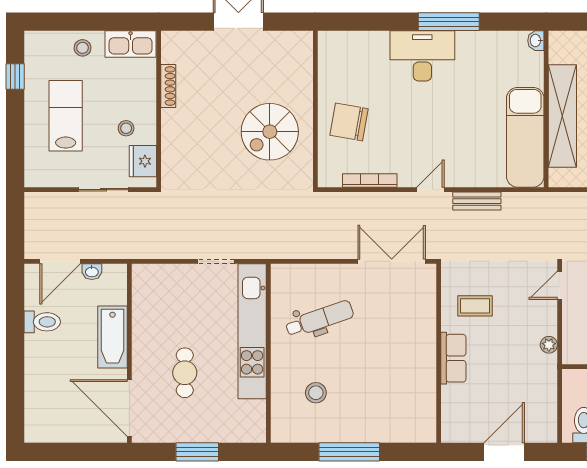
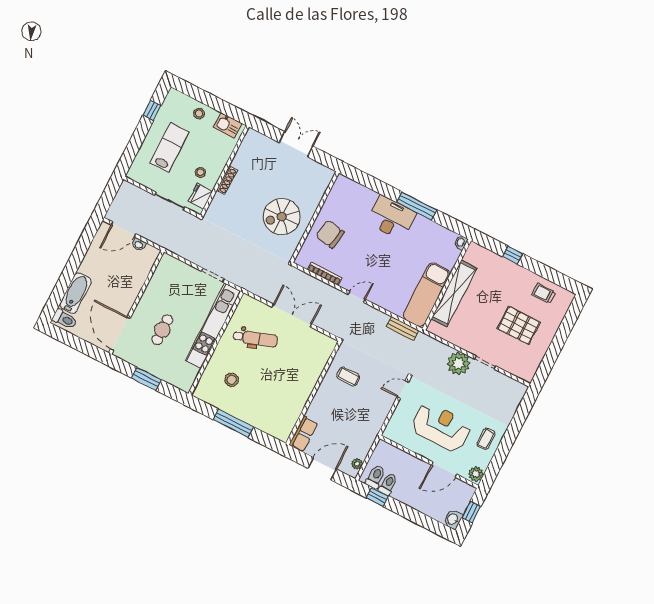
kitchen sink: (131, 44) -> (228, 125), width x0.73
shoe rack: (168, 86) -> (227, 180), moved
bench: (477, 201) -> (402, 329), moved
double door: (392, 261) -> (292, 315), moved
toilet: (42, 322) -> (65, 319), moved
bathtub: (113, 337) -> (76, 293), moved, turned 180
plant: (549, 345) -> (357, 464), moved
row of seats: (453, 358) -> (303, 434), moved

